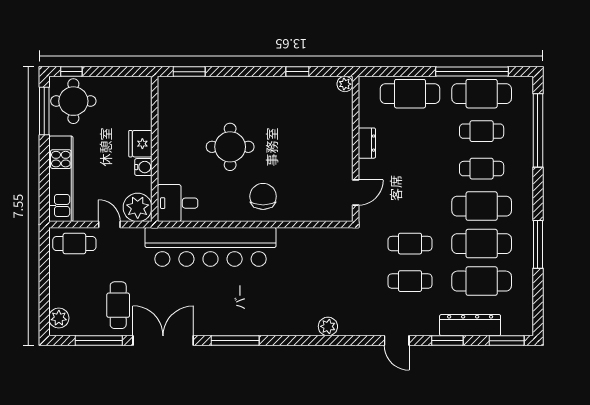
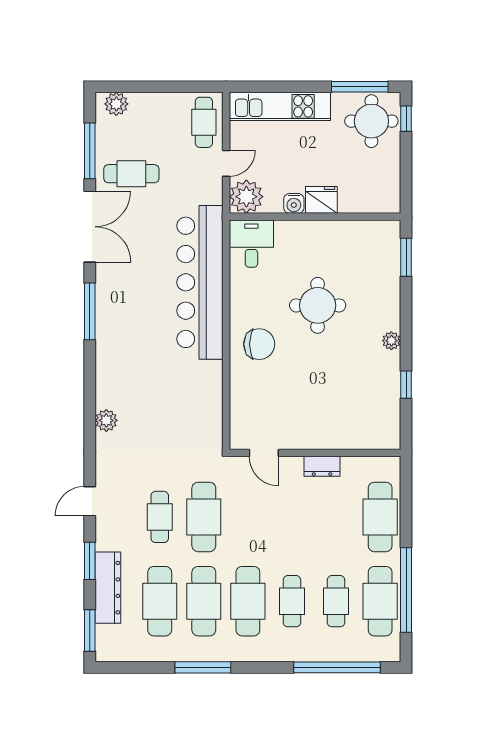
plant: (345, 84) -> (391, 341), moved
cafe table: (410, 244) -> (204, 517), width x1.37, depth x1.35

